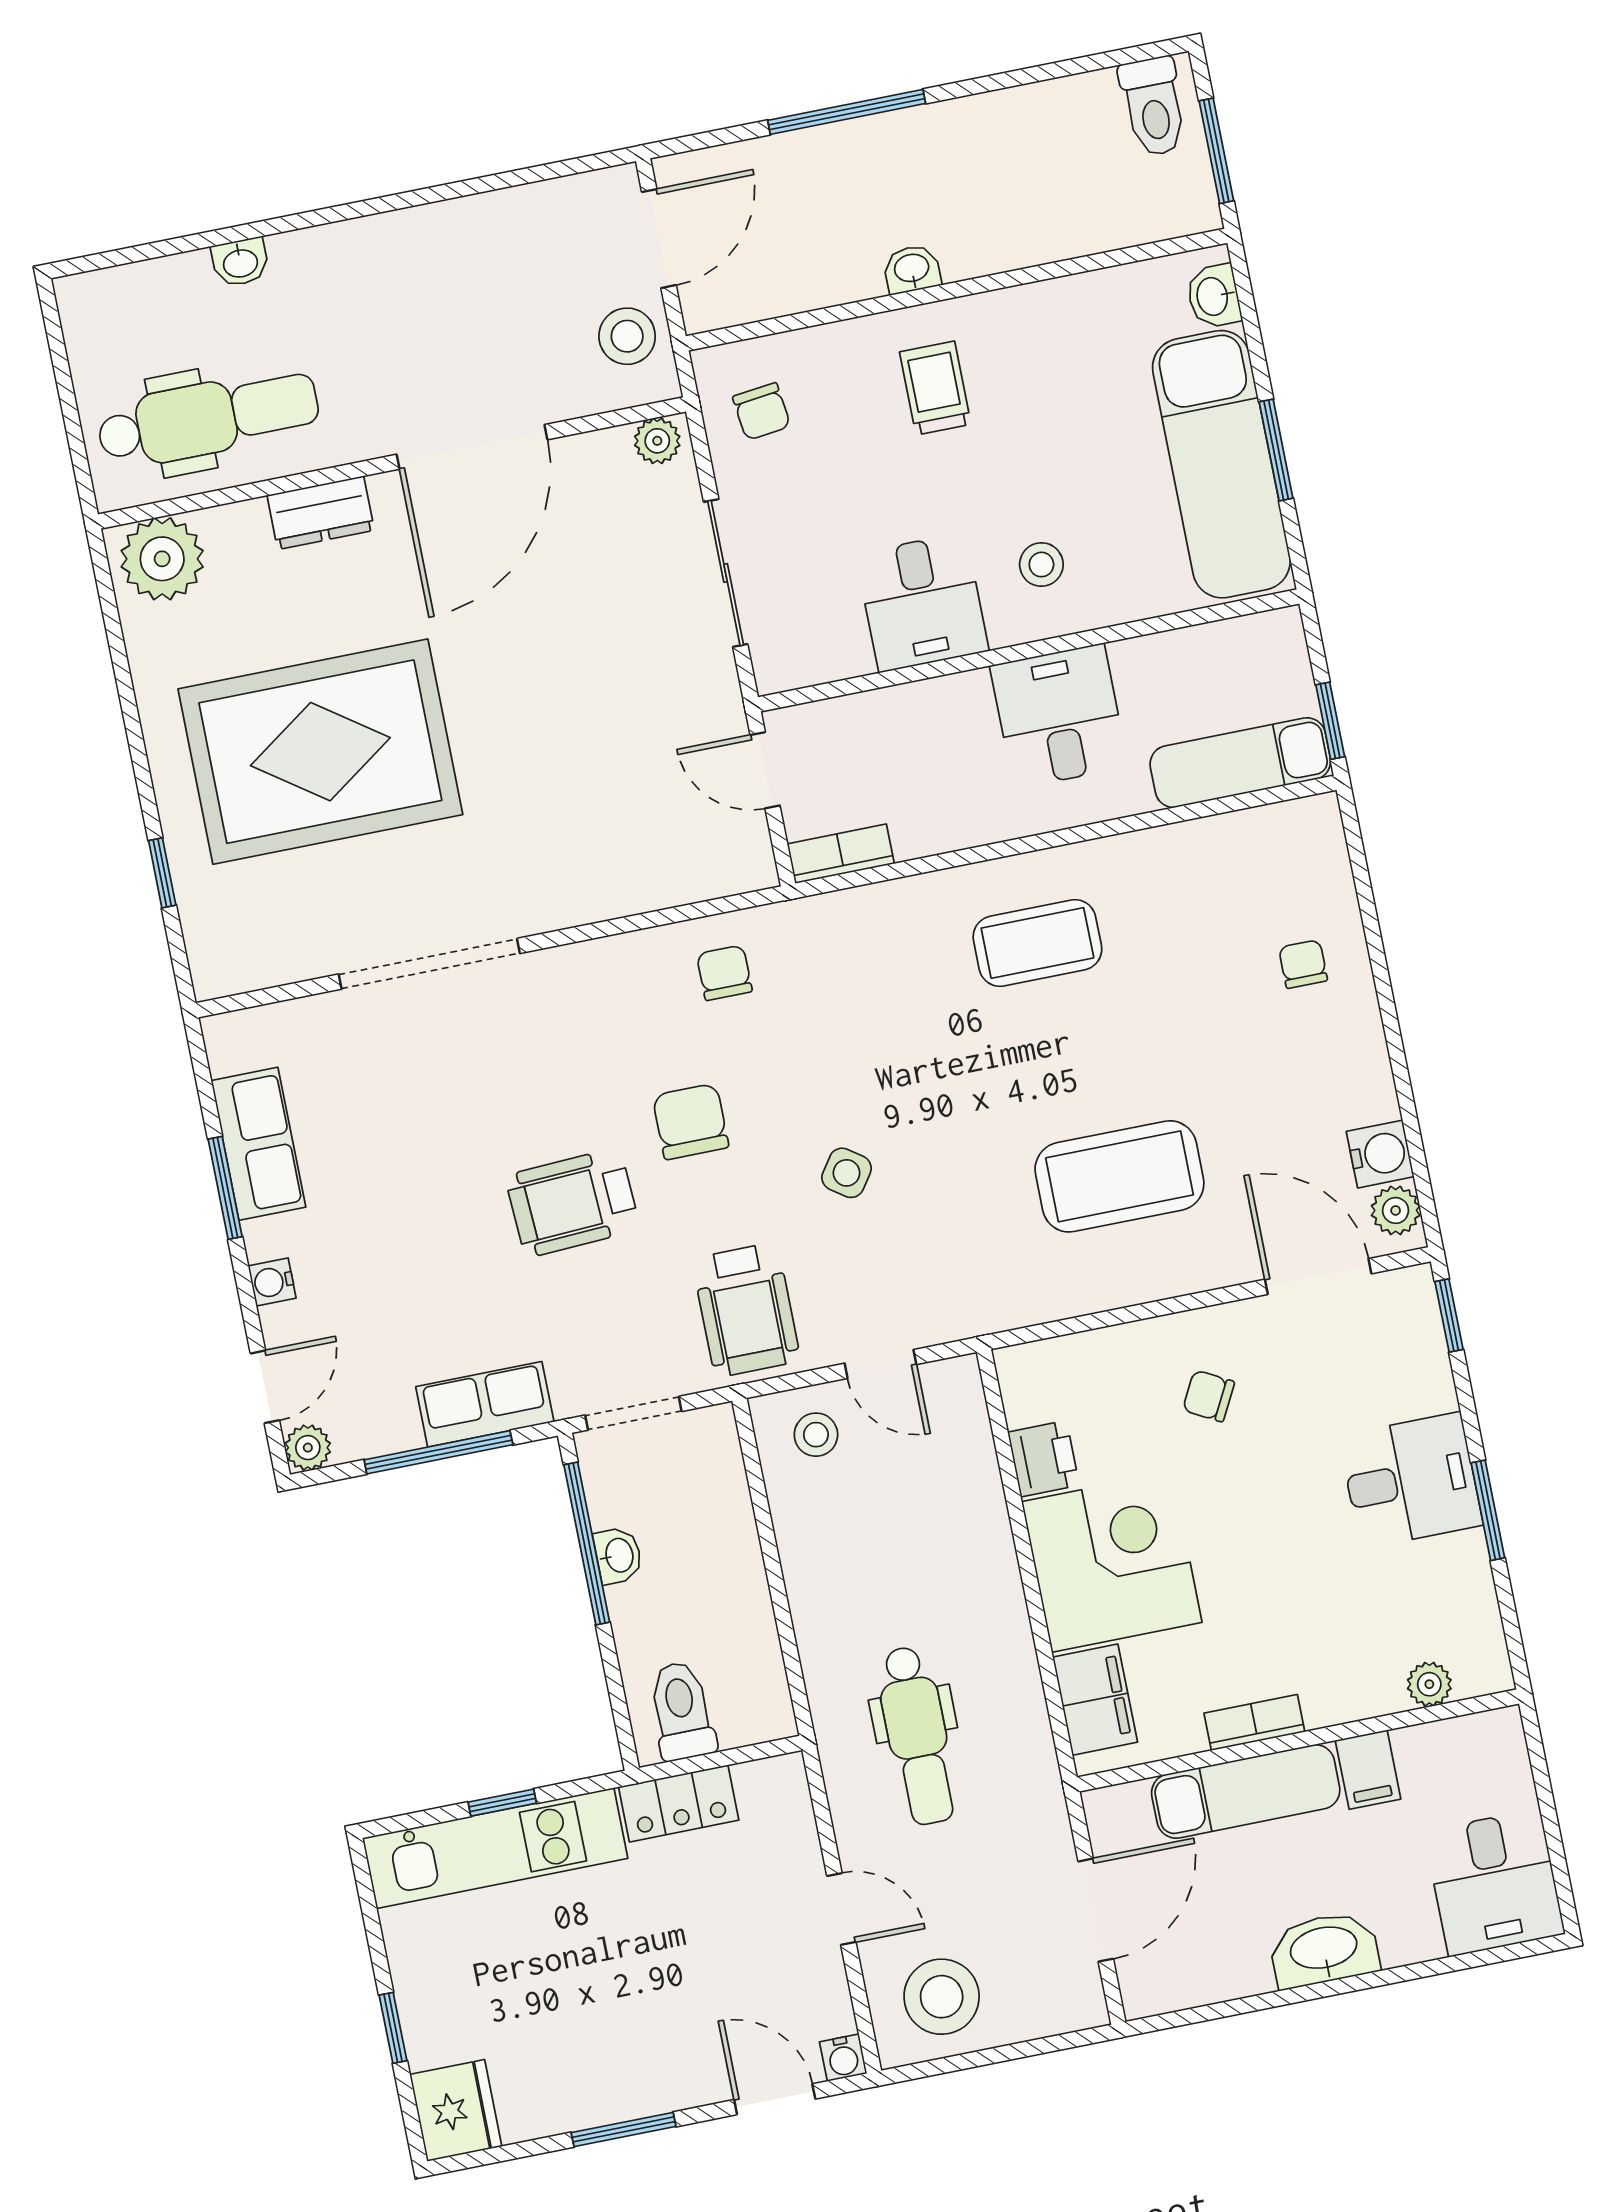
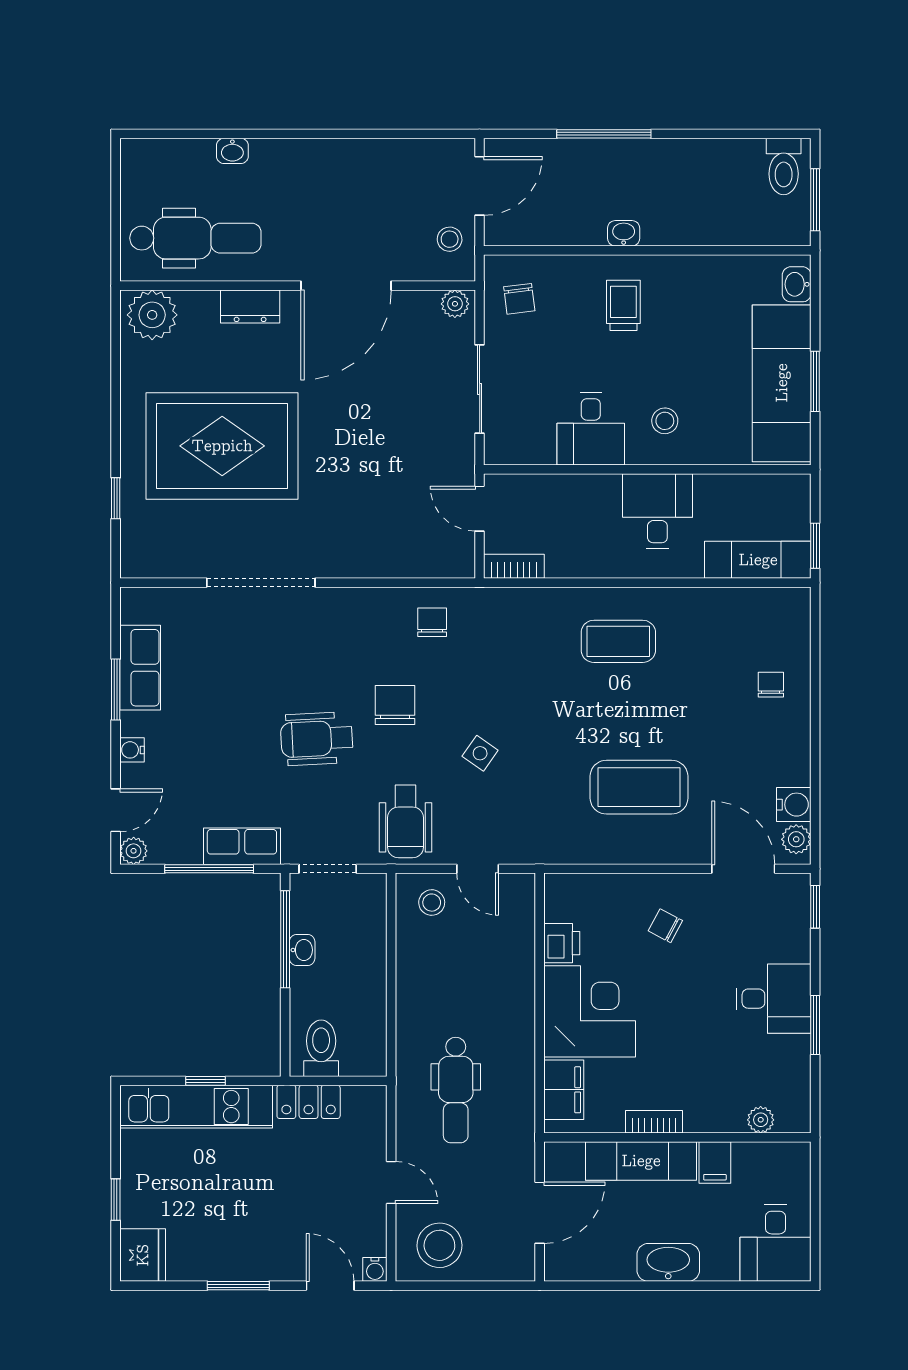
stool: (627, 336) -> (450, 239), width x0.73, depth x0.73

